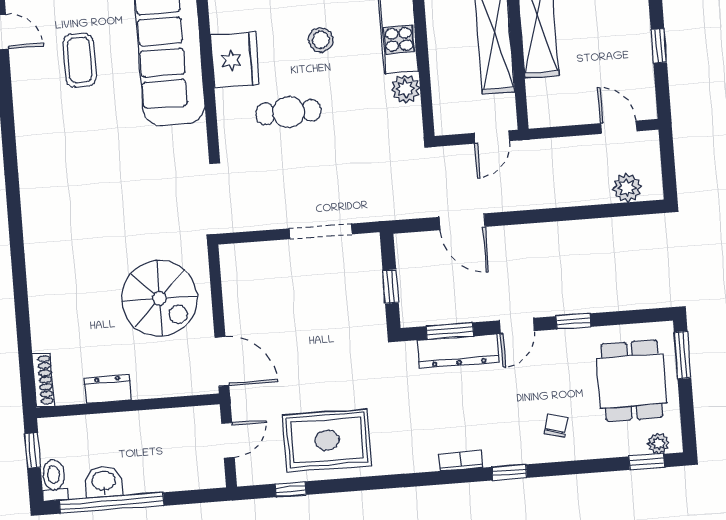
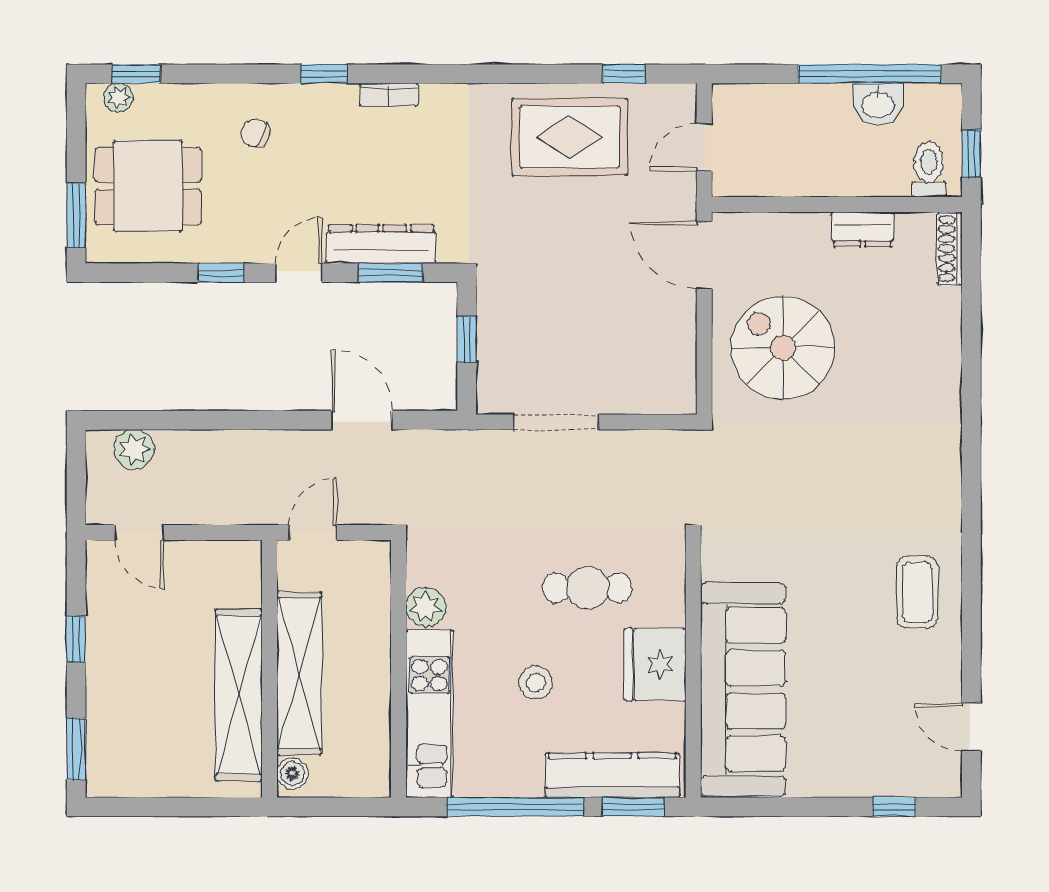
coffee table: (80, 60) -> (917, 592), moved
dining table: (632, 381) -> (148, 186), turned 90
chair: (556, 425) -> (256, 133), turned 98
toilet: (54, 480) -> (929, 169), moved, turned 180

